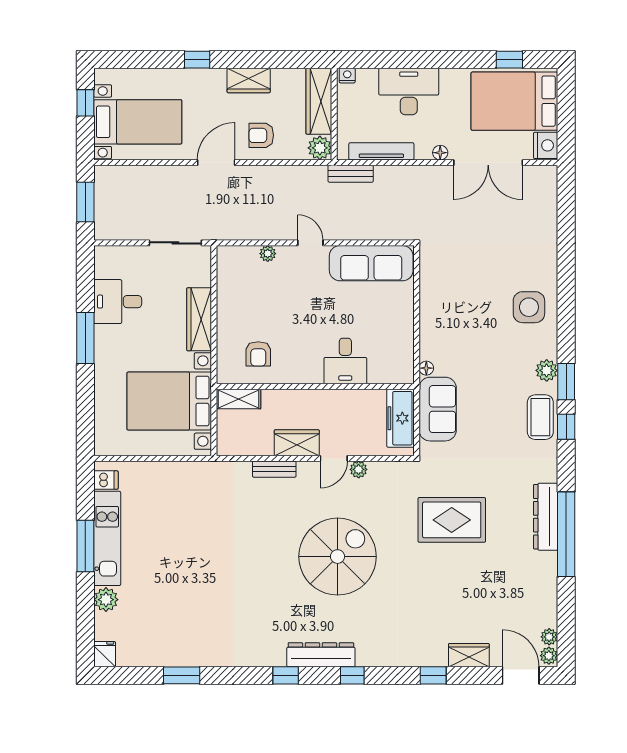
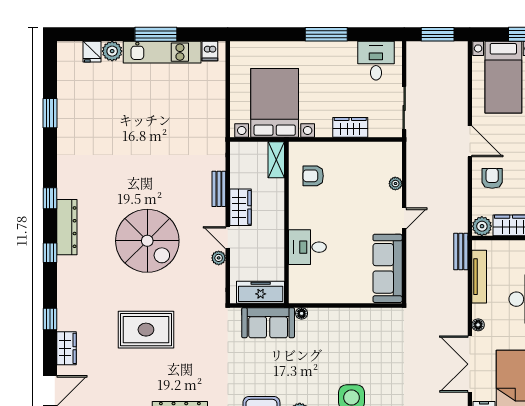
desk: (118, 302) -> (376, 61), moved
wardrobe: (199, 319) -> (350, 127), width x0.67
rug: (452, 520) -> (146, 330), moved, turned 90
fridge: (105, 654) -> (92, 52), moved, turned 90

